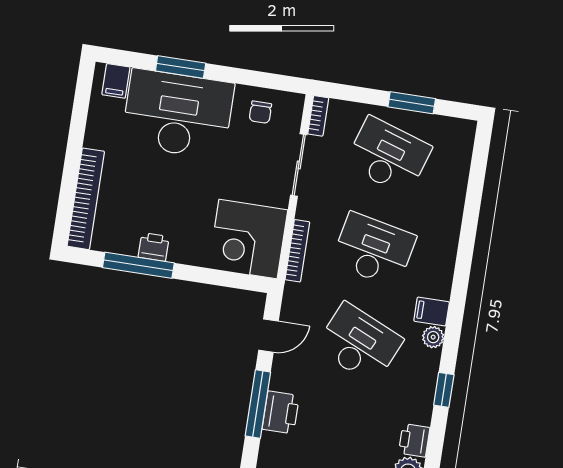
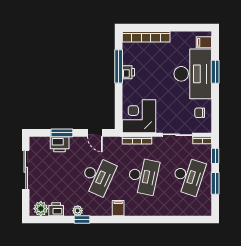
window: (355, 94) -> (215, 156), added
plant: (433, 337) -> (78, 211), moved
window: (258, 404) -> (62, 133), width x0.69

